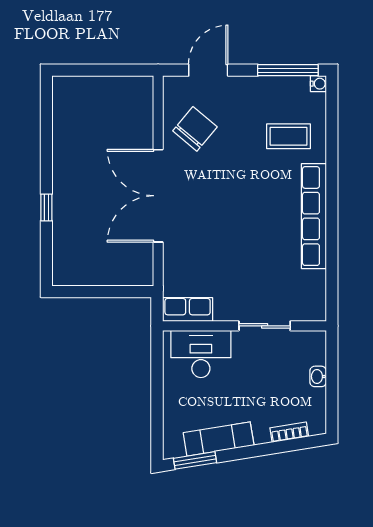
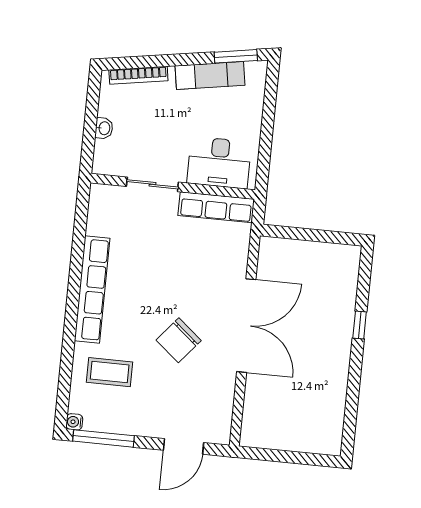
chair: (195, 129) -> (179, 340), moved
row of seats: (188, 309) -> (216, 207), width x1.48
bookcase: (289, 432) -> (138, 75), width x1.56

